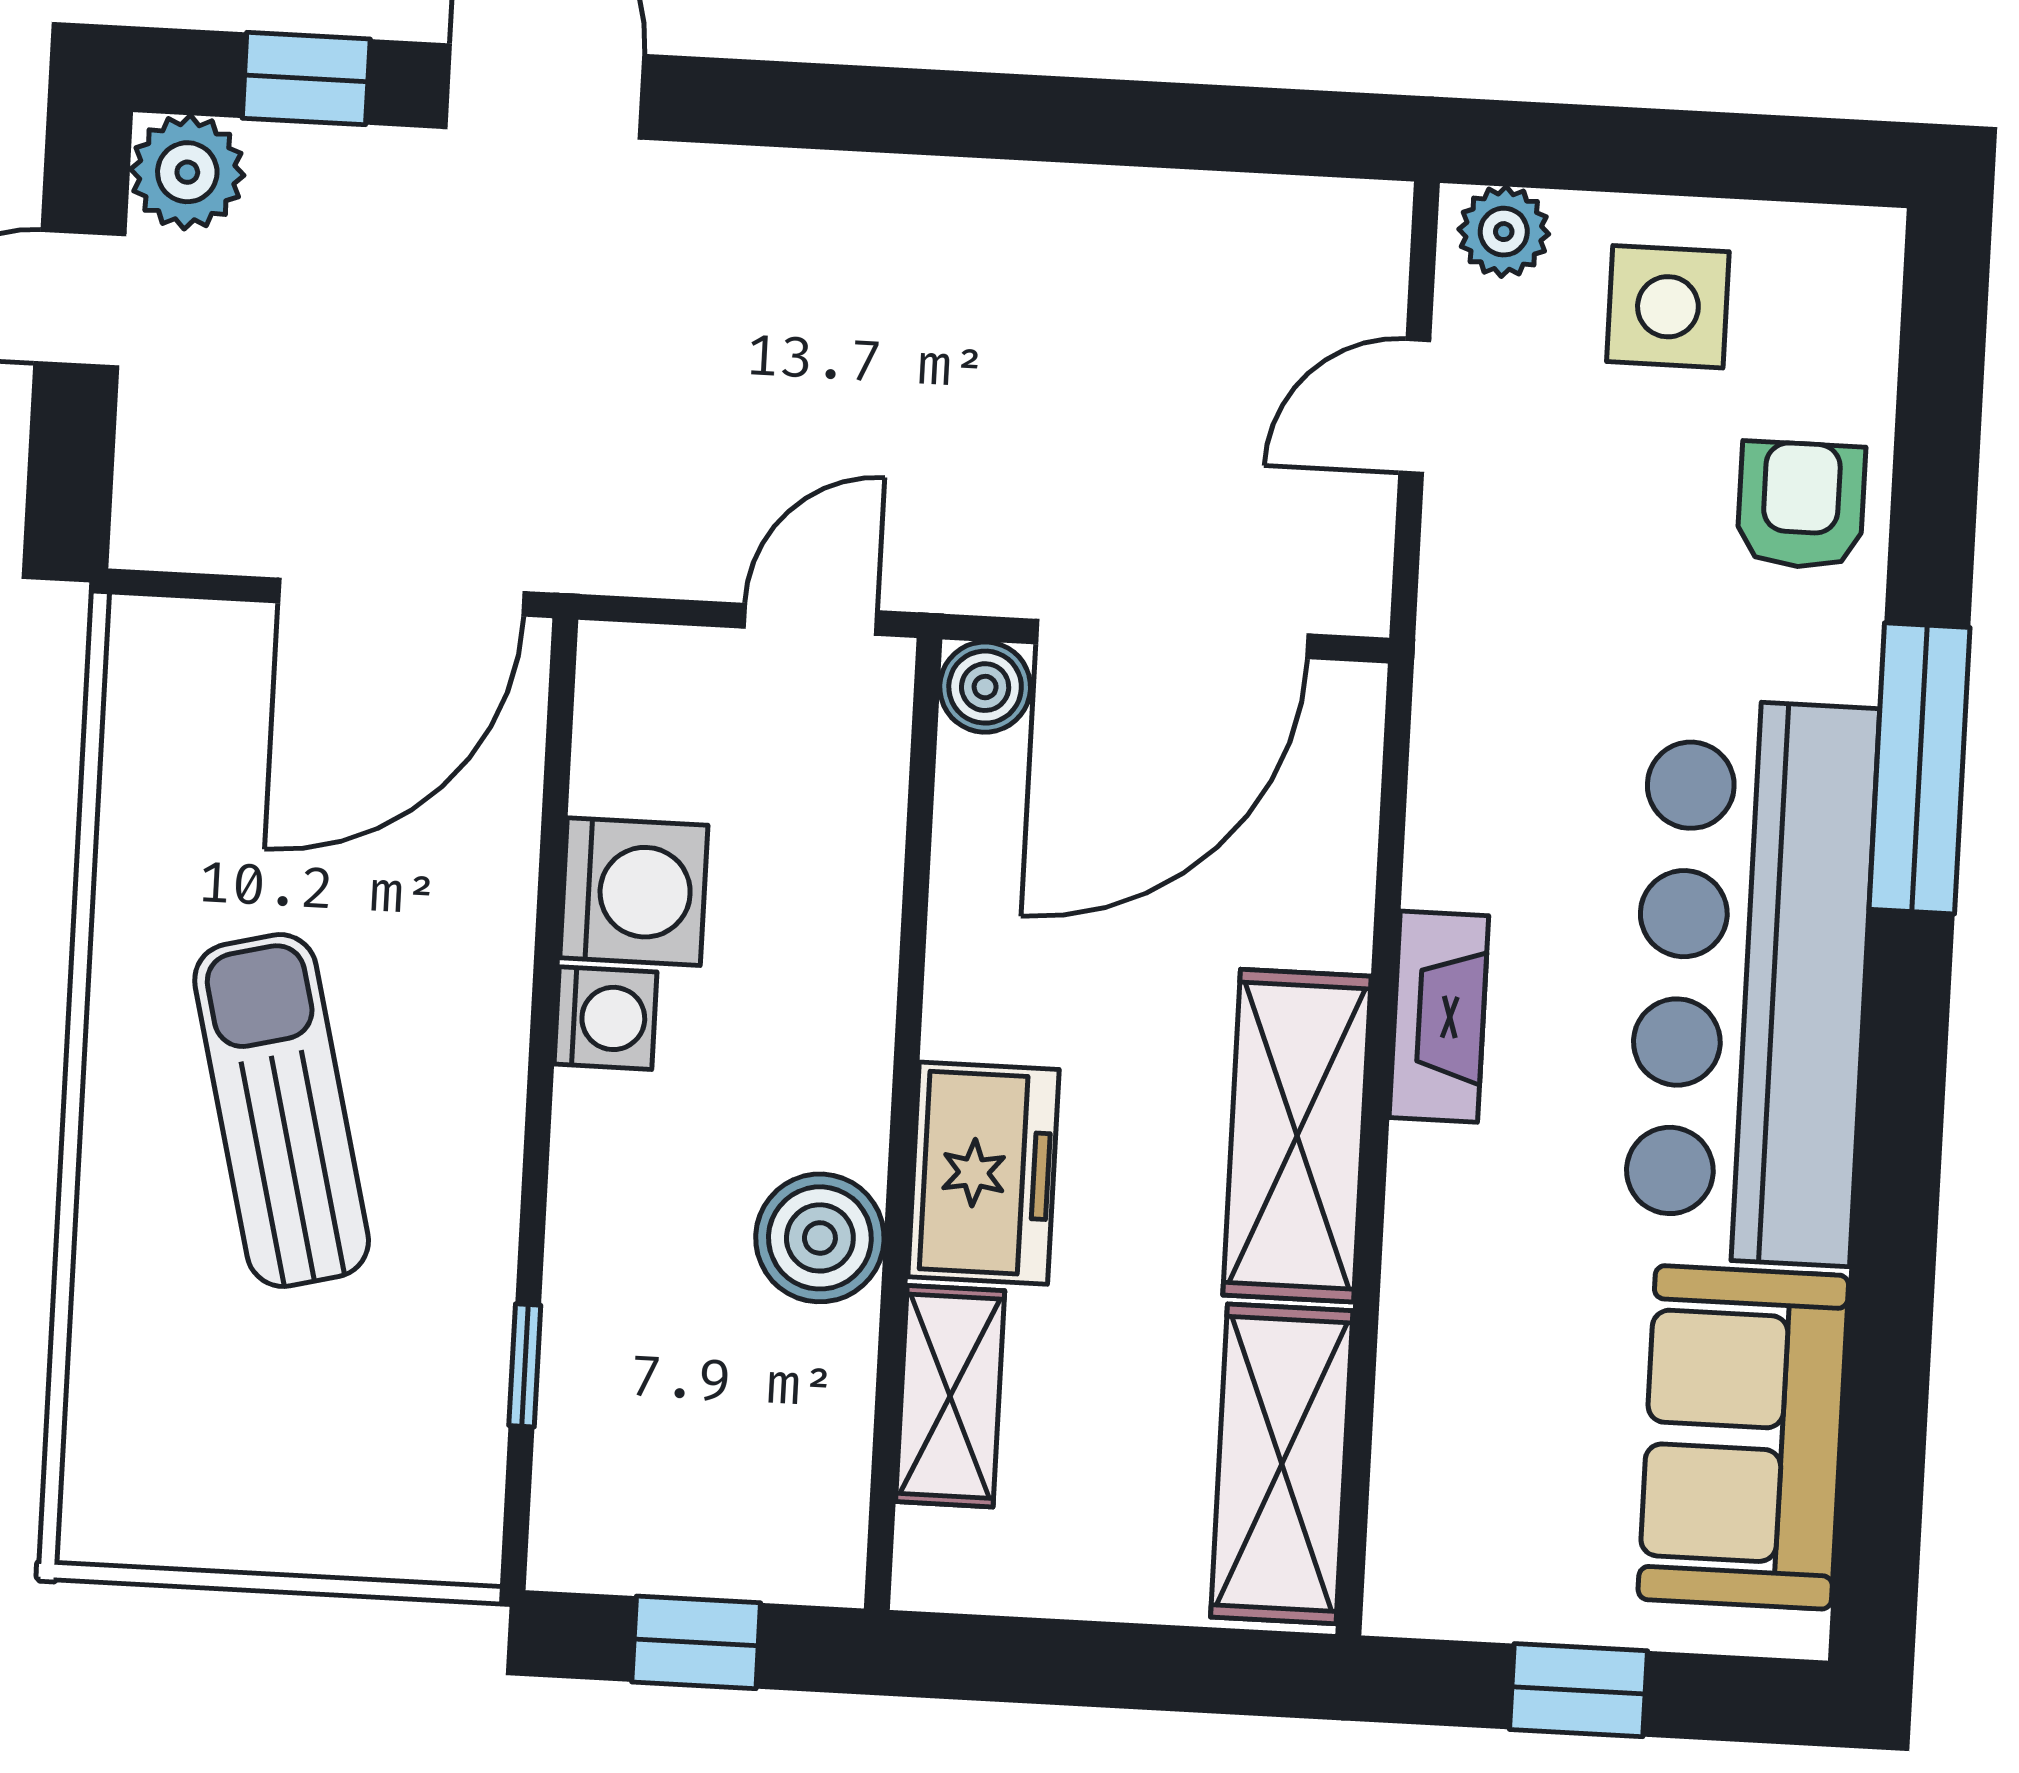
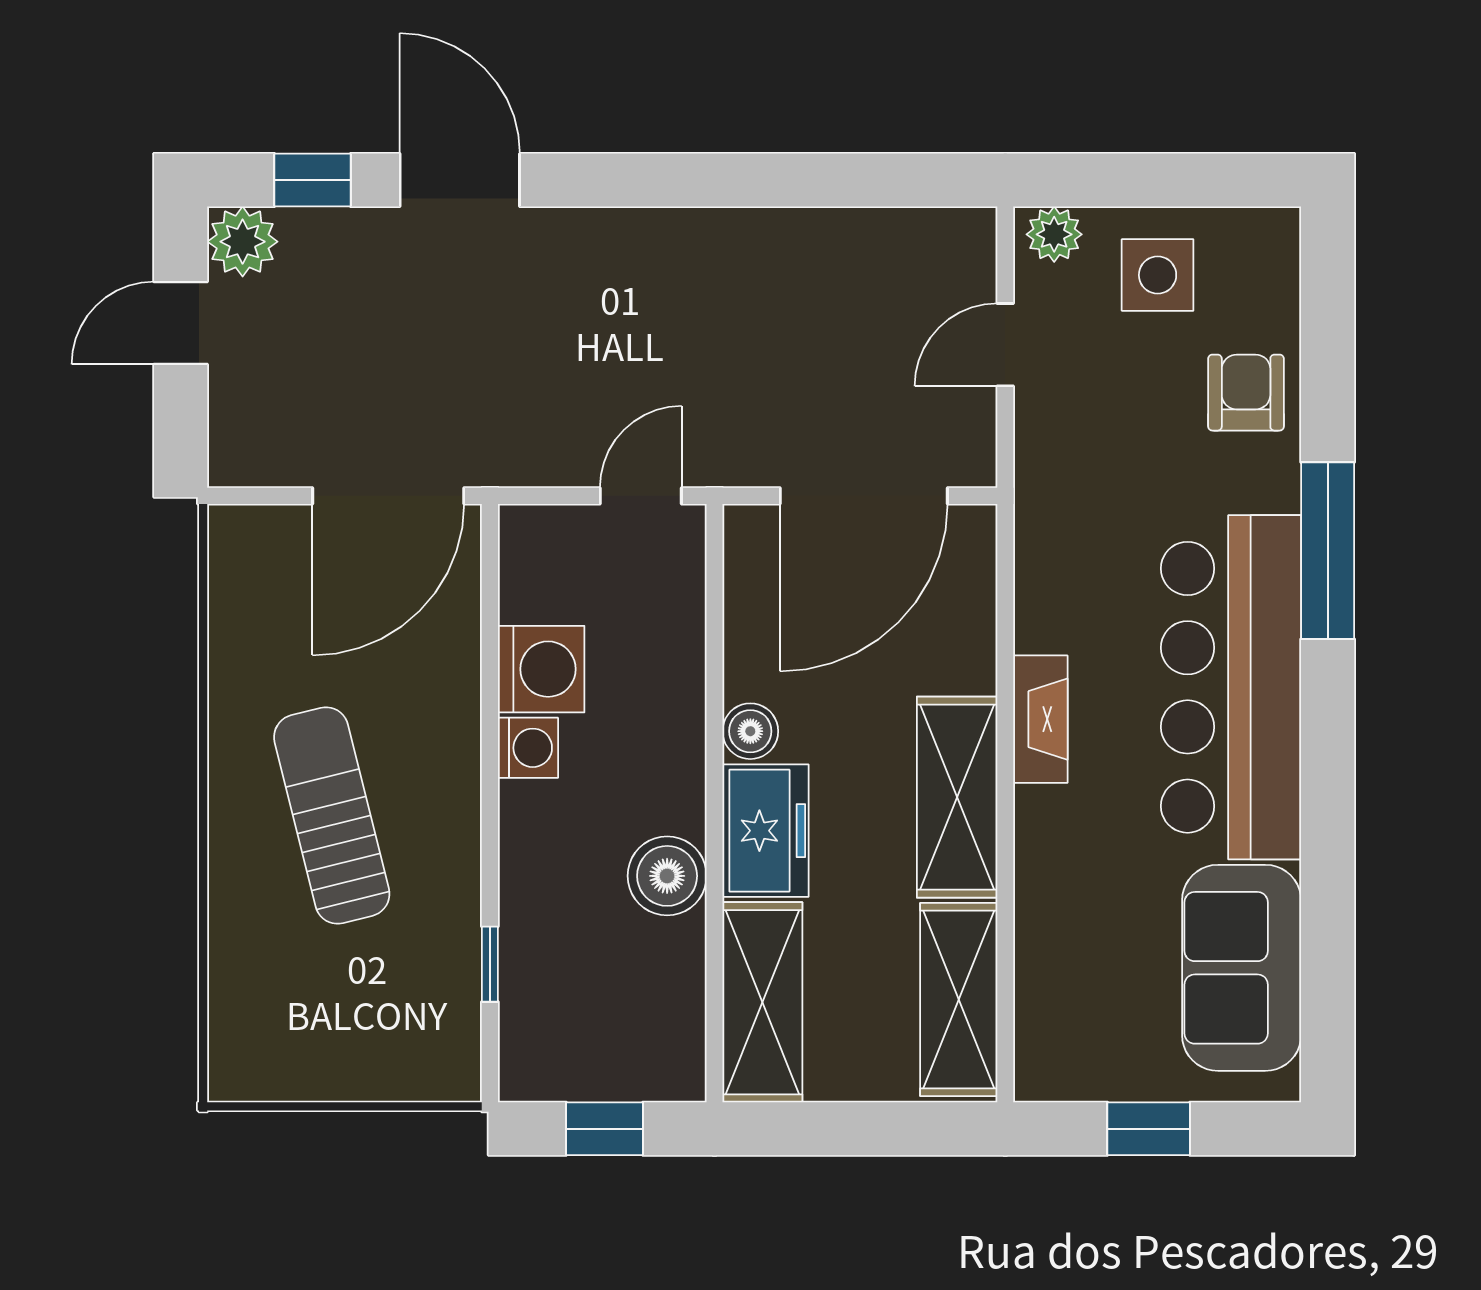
boiler: (985, 687) -> (750, 731), moved
shelving: (950, 1396) -> (762, 1002), width x1.50, depth x1.33

